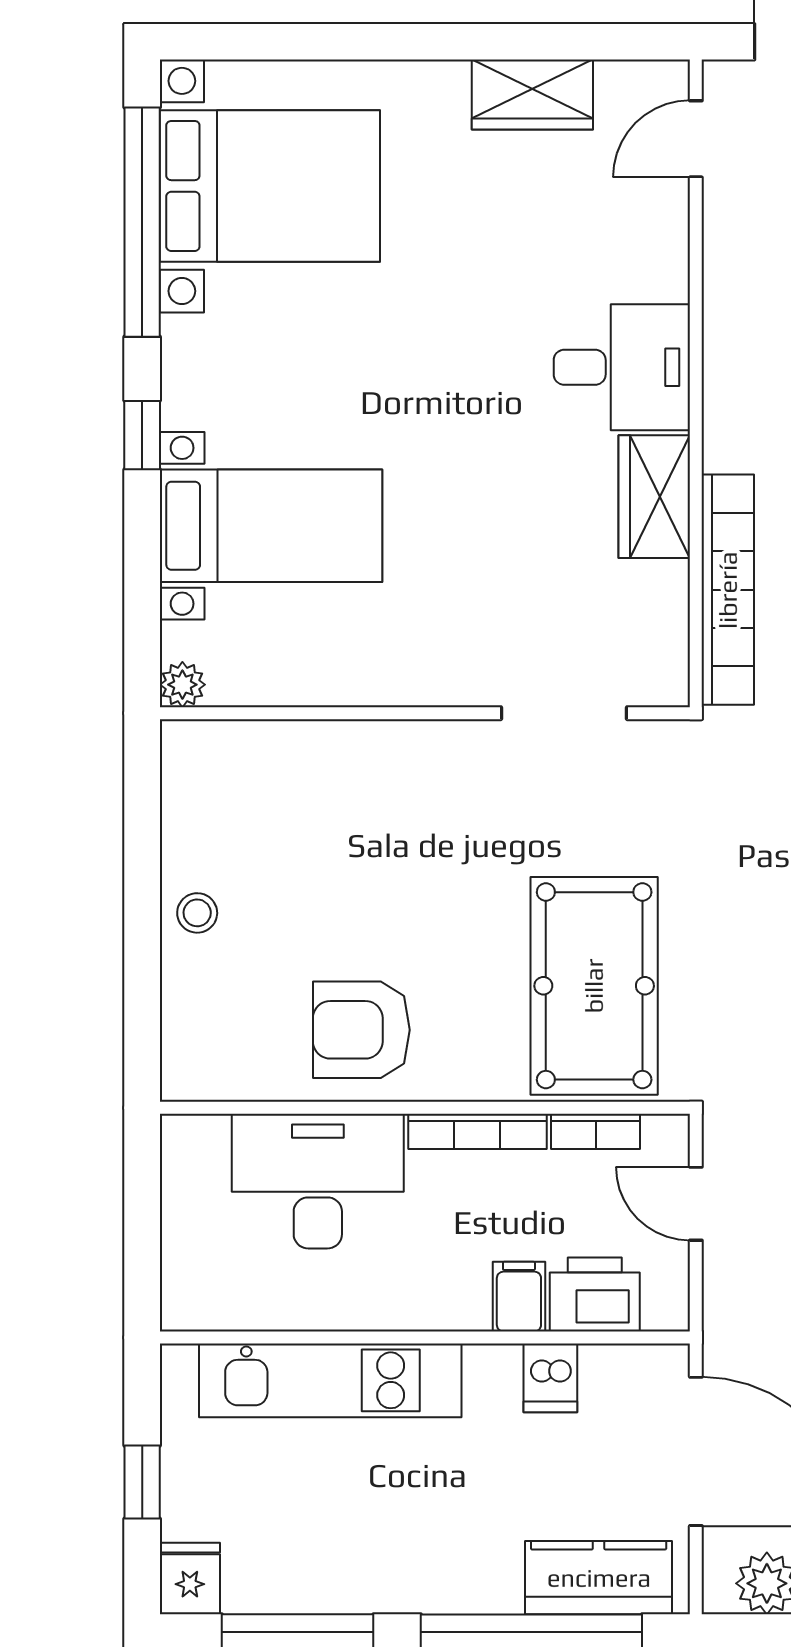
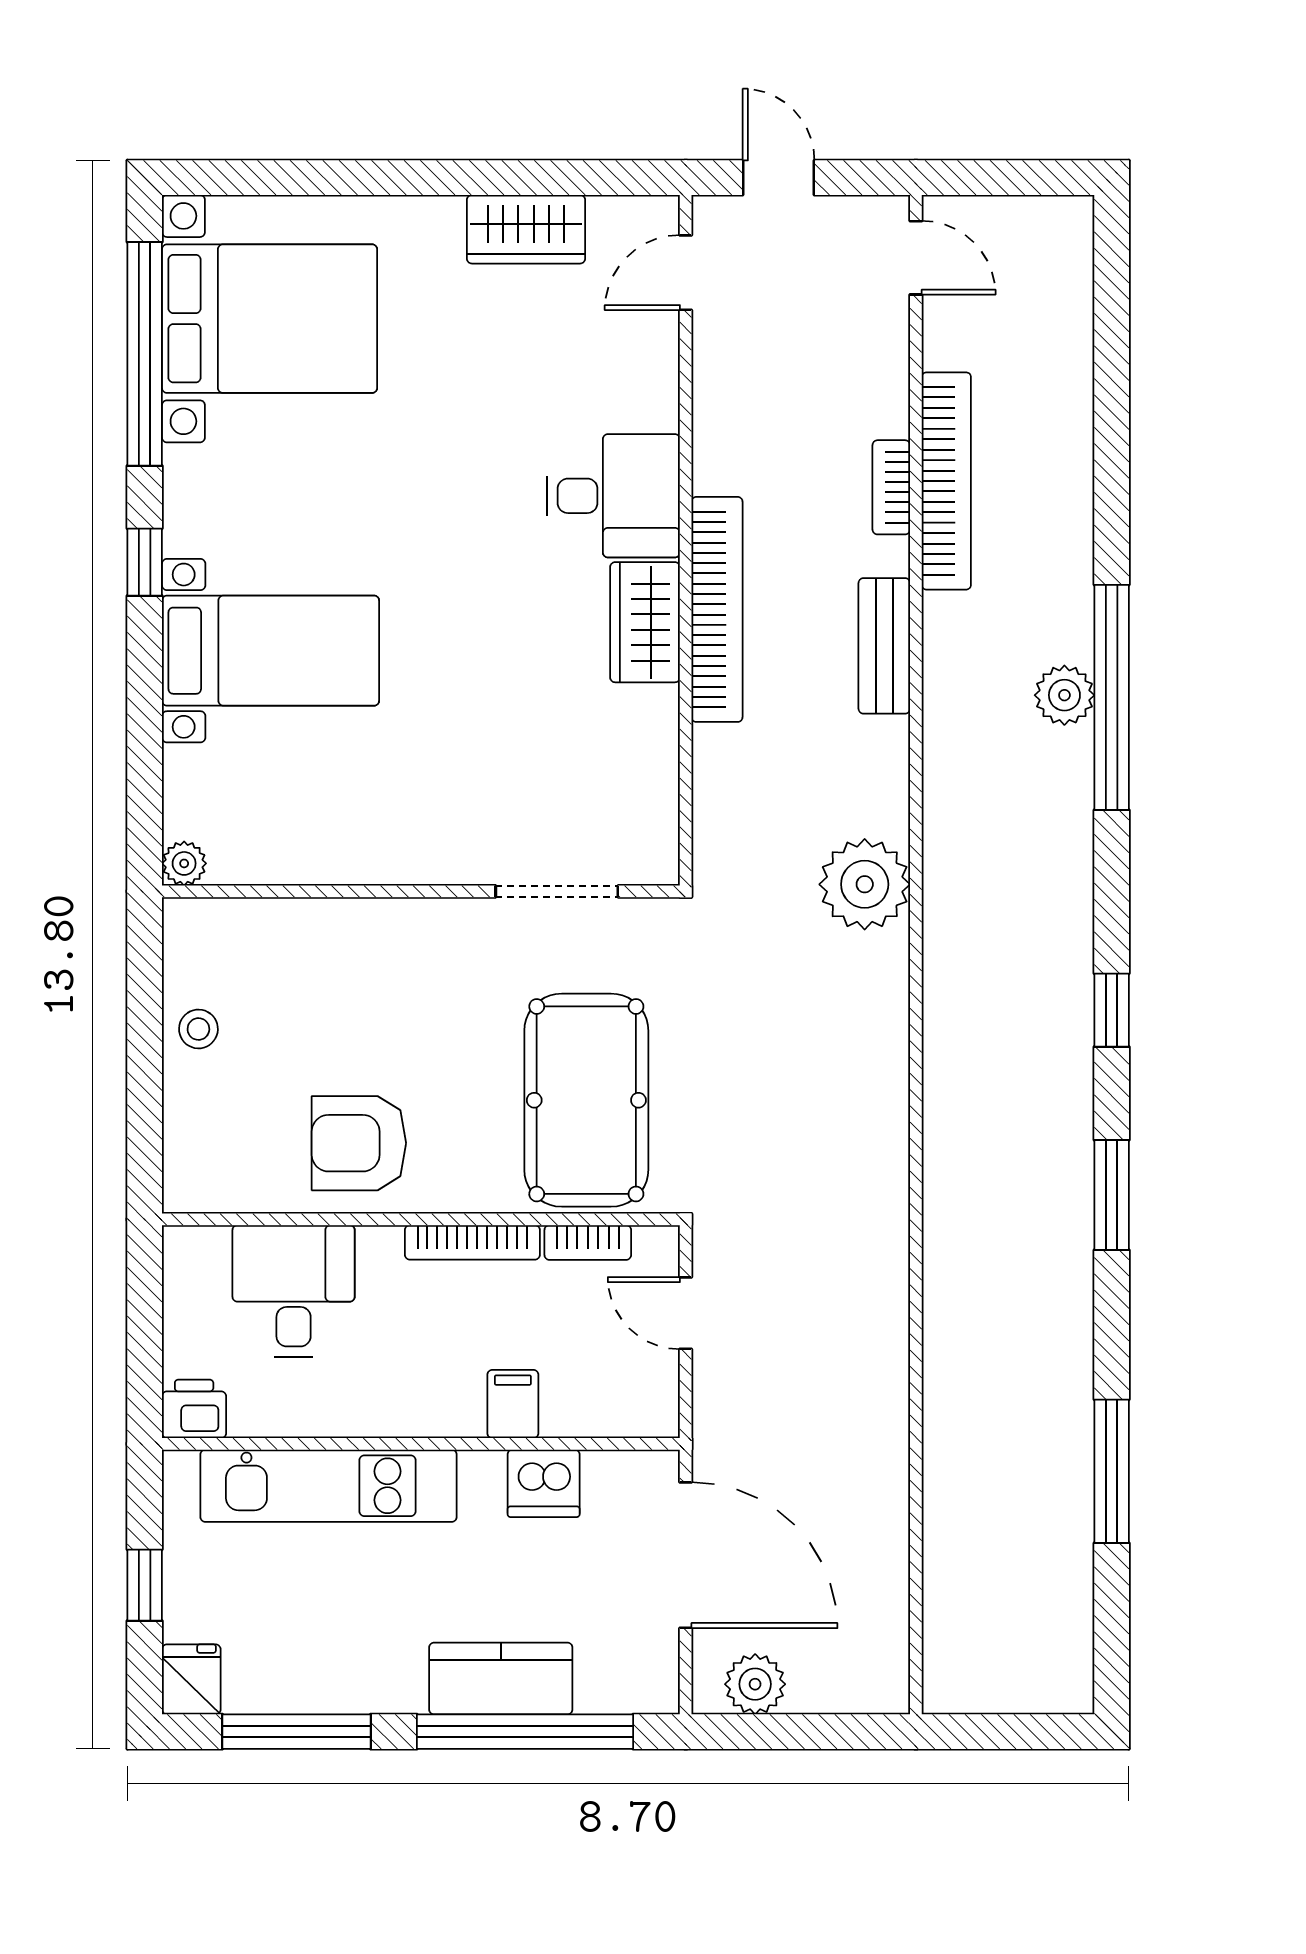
bookcase: (728, 590) -> (717, 609), moved
plant: (182, 685) -> (184, 863), moved
wall: (425, 713) -> (421, 891), moved
doorway: (564, 713) -> (557, 891), moved
desk: (318, 1181) -> (294, 1291), width x0.73
printer: (595, 1294) -> (194, 1409), moved, width x0.73, depth x0.81
dishwasher: (550, 1378) -> (544, 1483), width x1.38
kitchen counter: (599, 1578) -> (501, 1679), moved

